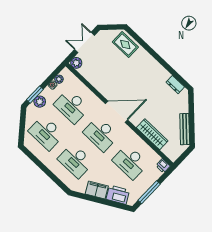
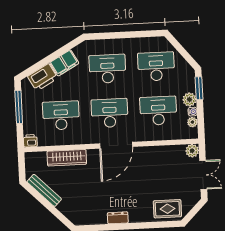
dresser: (175, 85) -> (118, 218), moved
plant: (40, 102) -> (189, 99), moved

